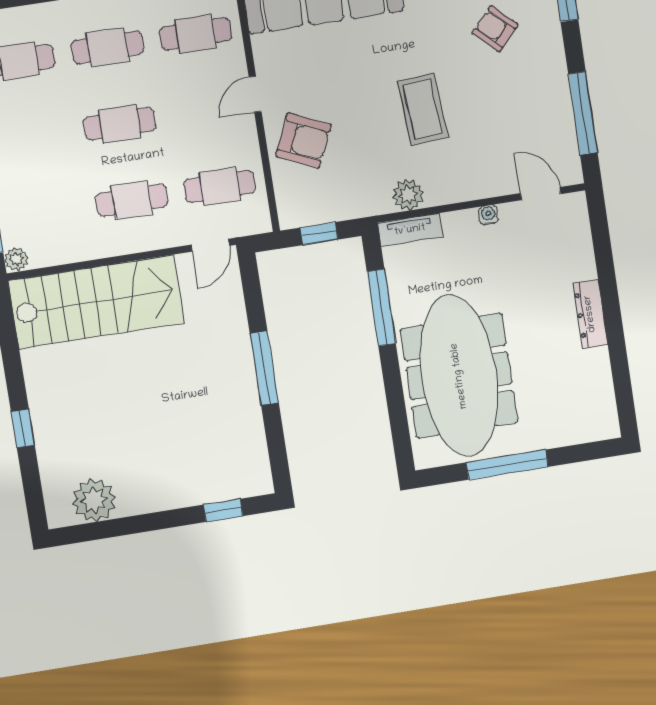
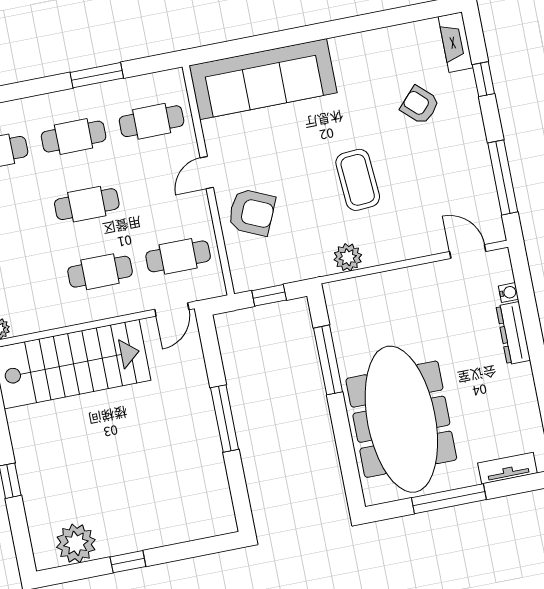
water cooler: (488, 215) -> (508, 293), moved, turned 90
tv unit: (410, 230) -> (507, 468), moved, turned 180
dresser: (590, 314) -> (513, 333), moved
window: (223, 510) -> (128, 562), moved

